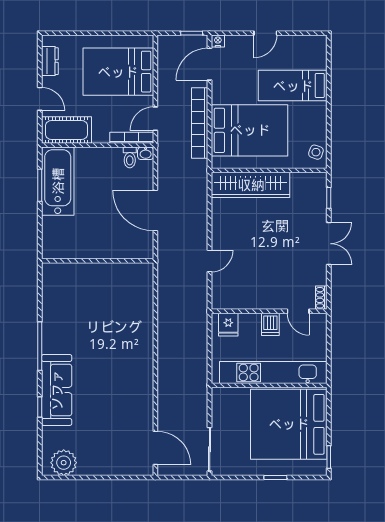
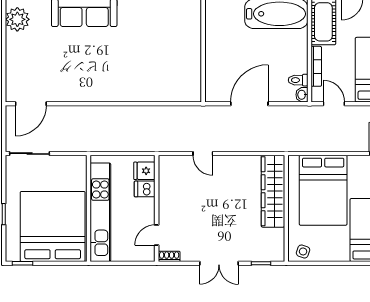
bookcase: (200, 123) -> (330, 144), removed
bookcase: (132, 138) -> (316, 66), moved
dishwasher: (270, 324) -> (145, 189), moved

